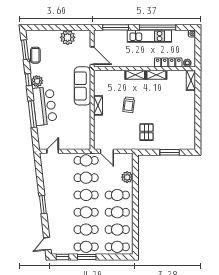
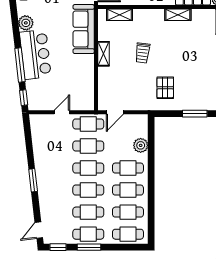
shelving: (135, 75) -> (119, 15), moved
window: (29, 80) -> (24, 98), moved
door: (53, 151) -> (62, 112), moved
door: (107, 151) -> (115, 112), hinge flipped

